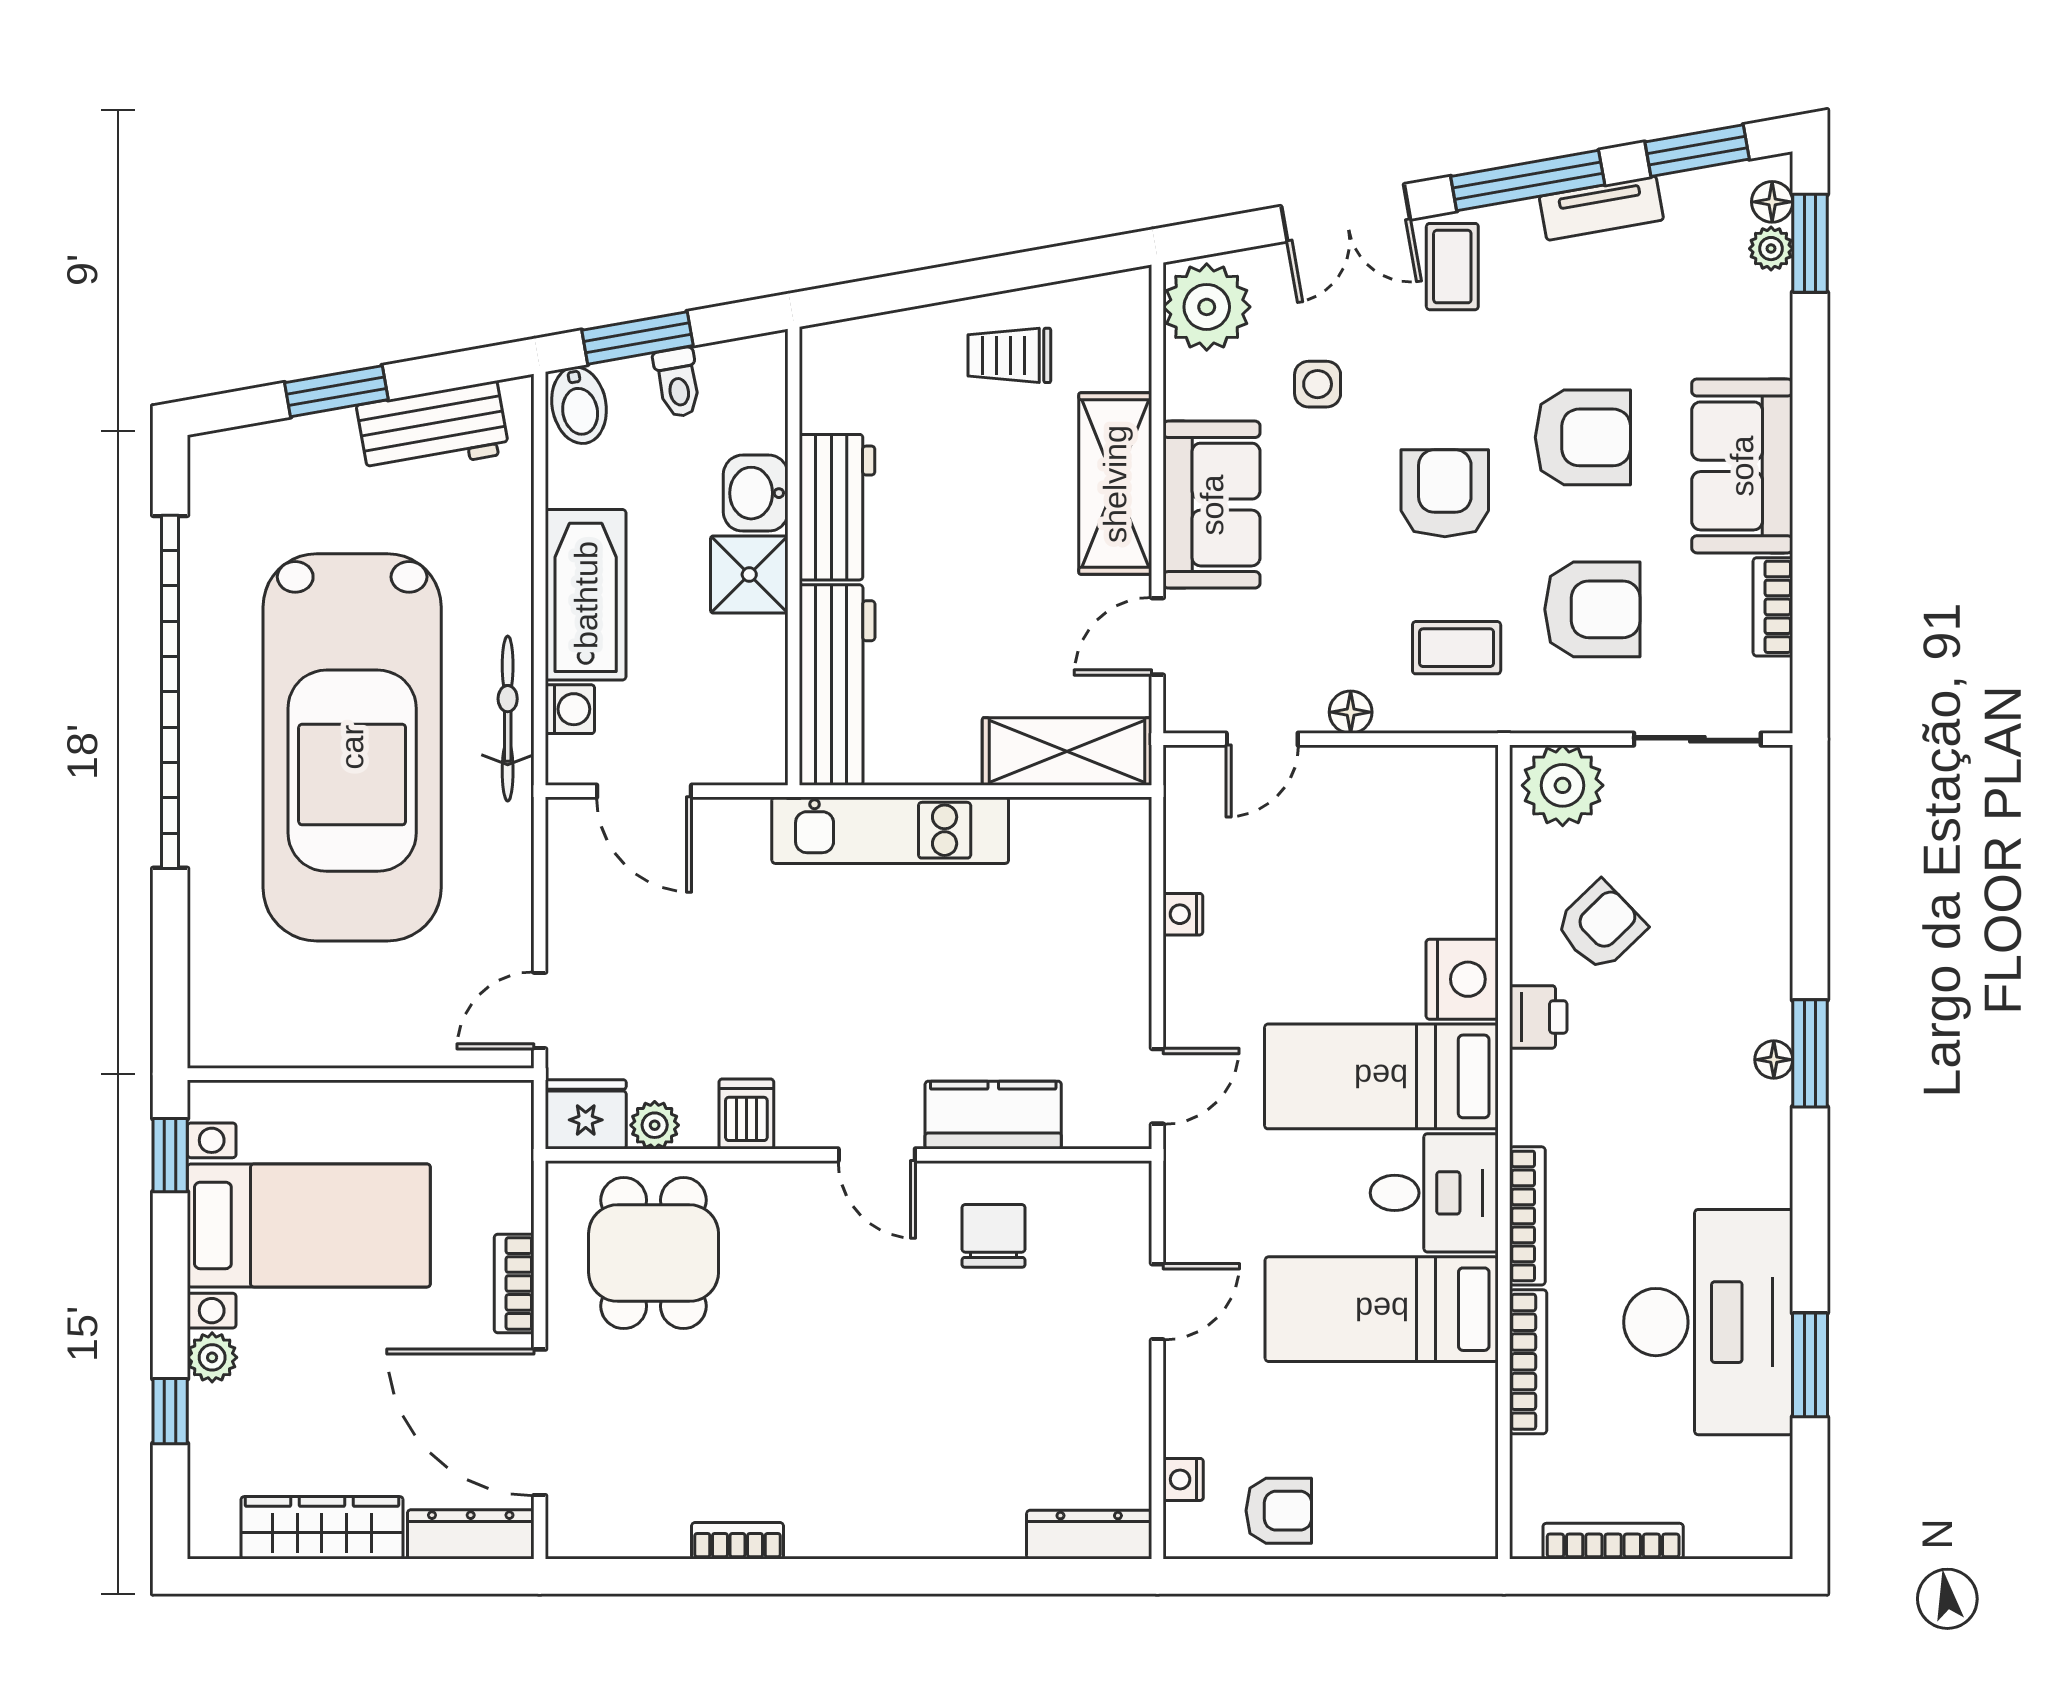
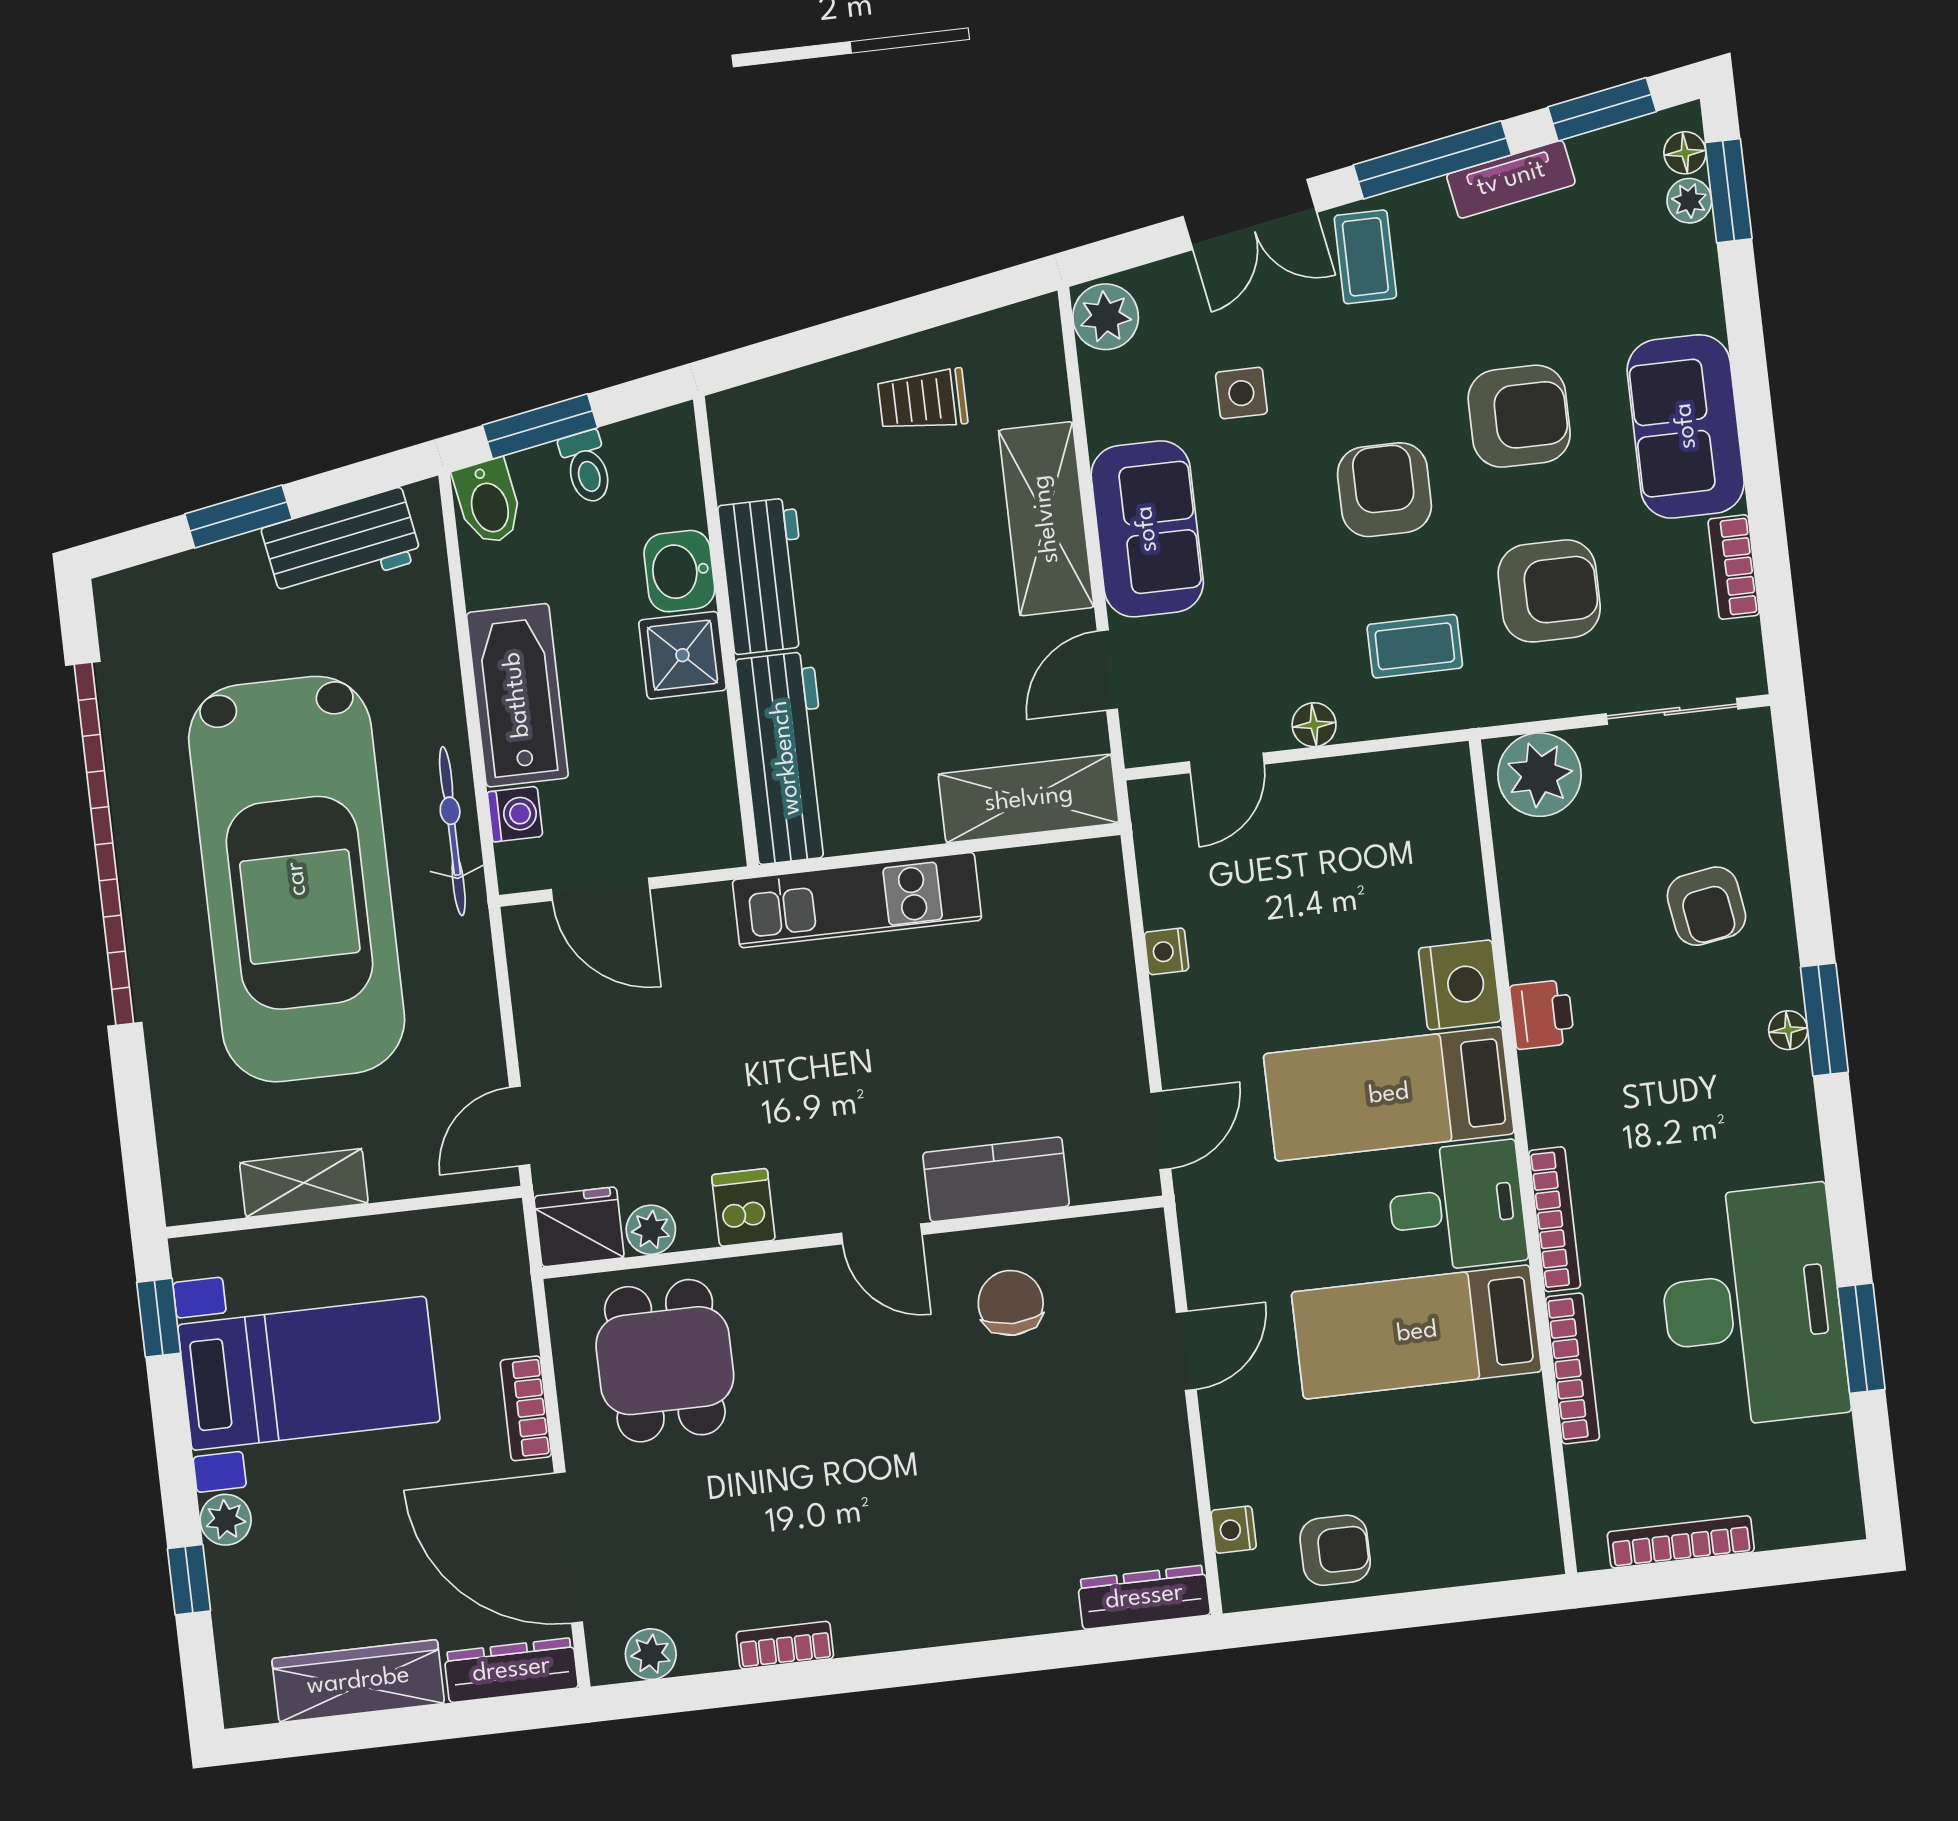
plant: (1207, 307) -> (1106, 317), width x0.73, depth x0.73
armchair: (1600, 926) -> (1706, 906), moved, turned 125
shelving: (325, 1041) -> (304, 1183), added
plant: (607, 1534) -> (651, 1654), added

